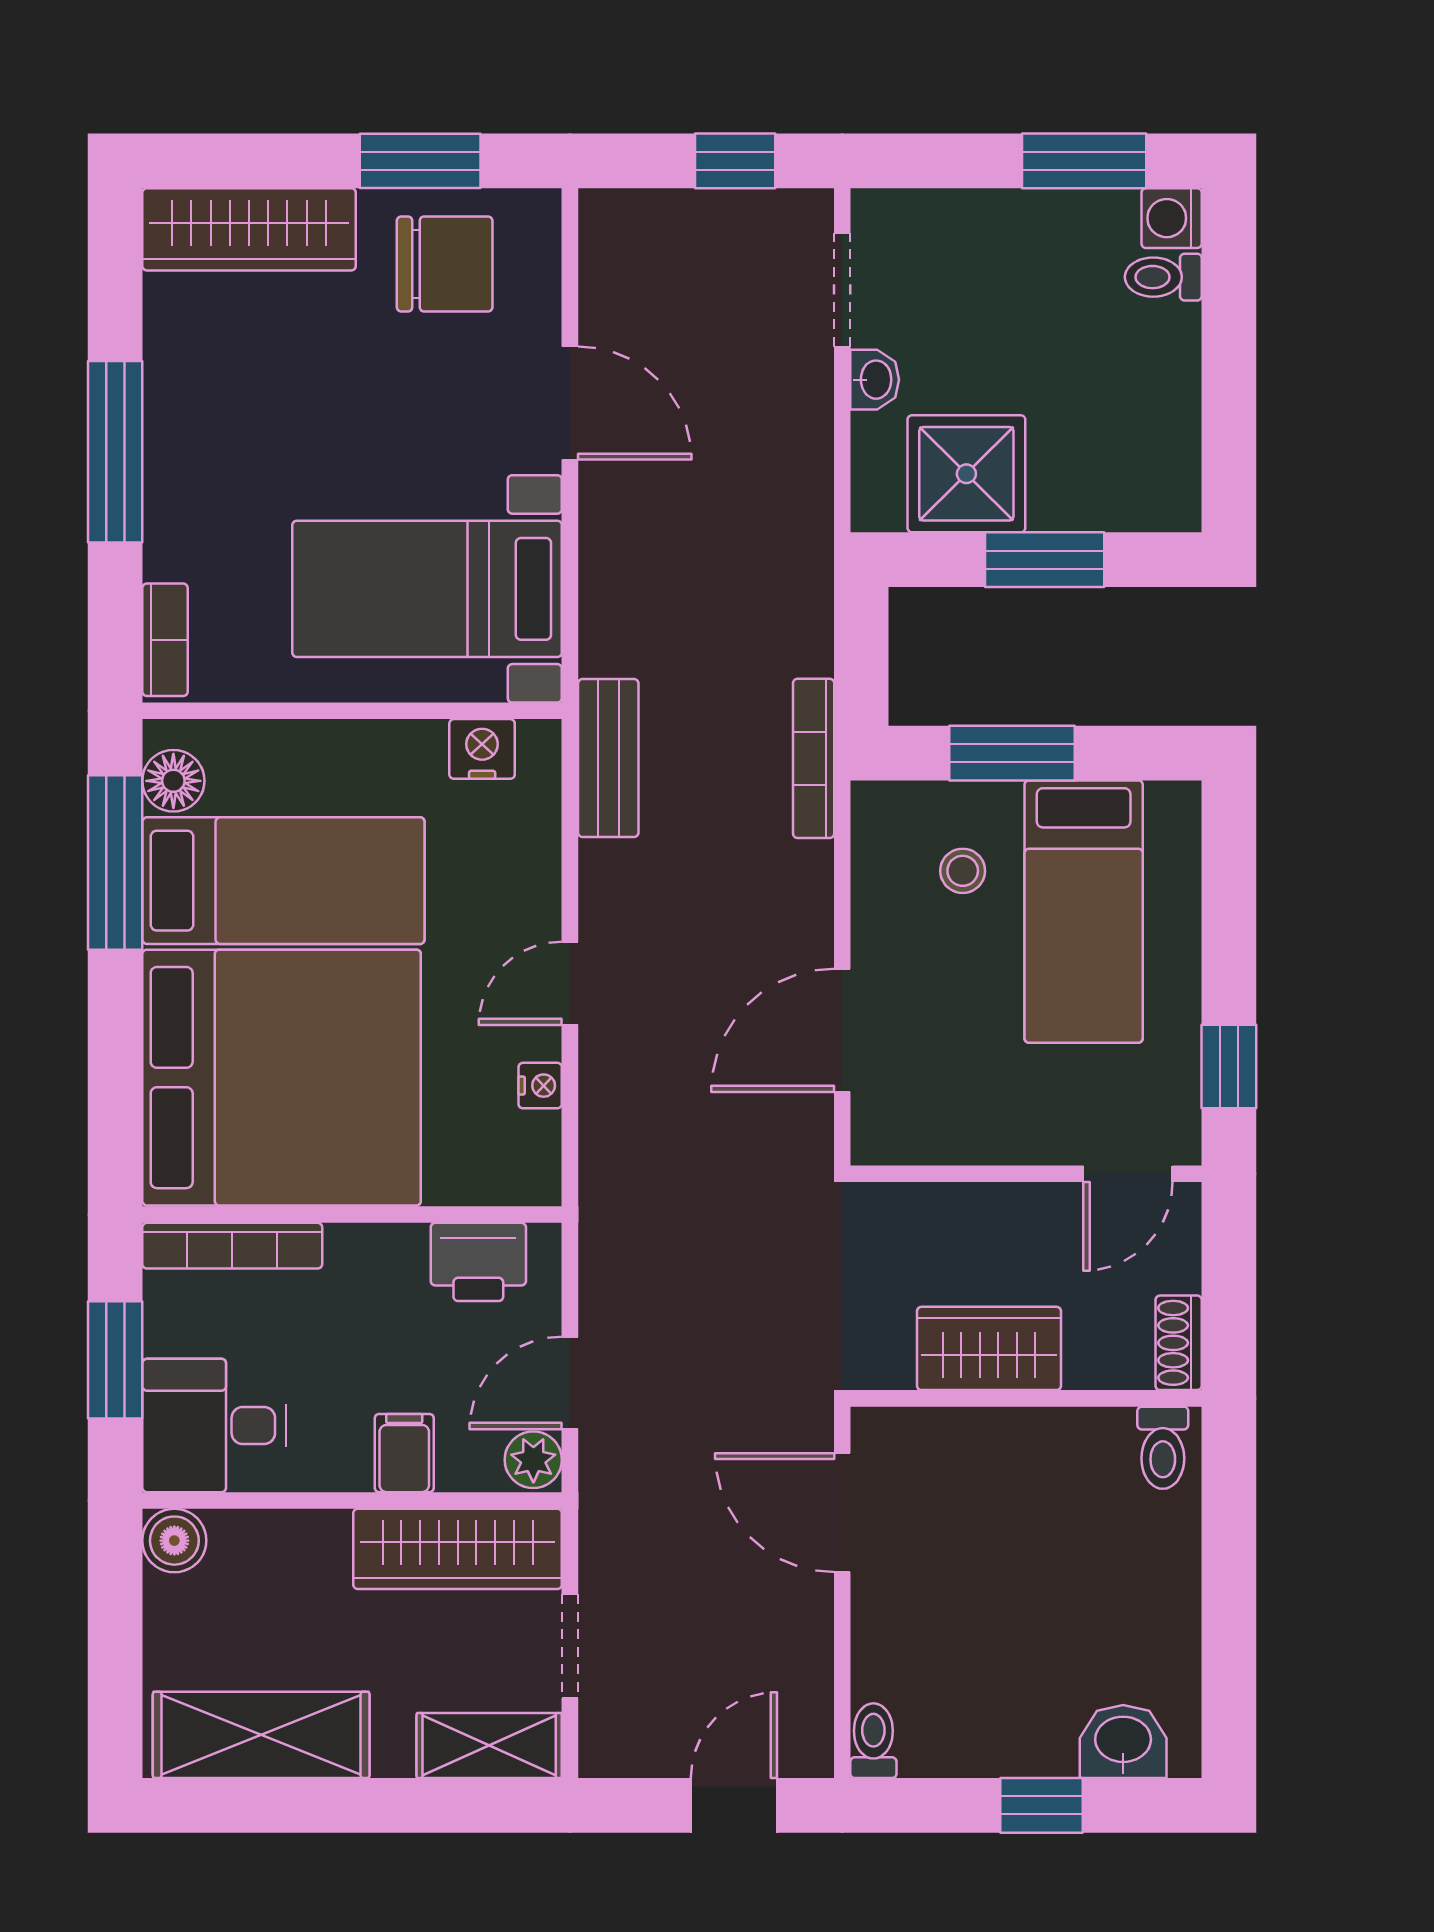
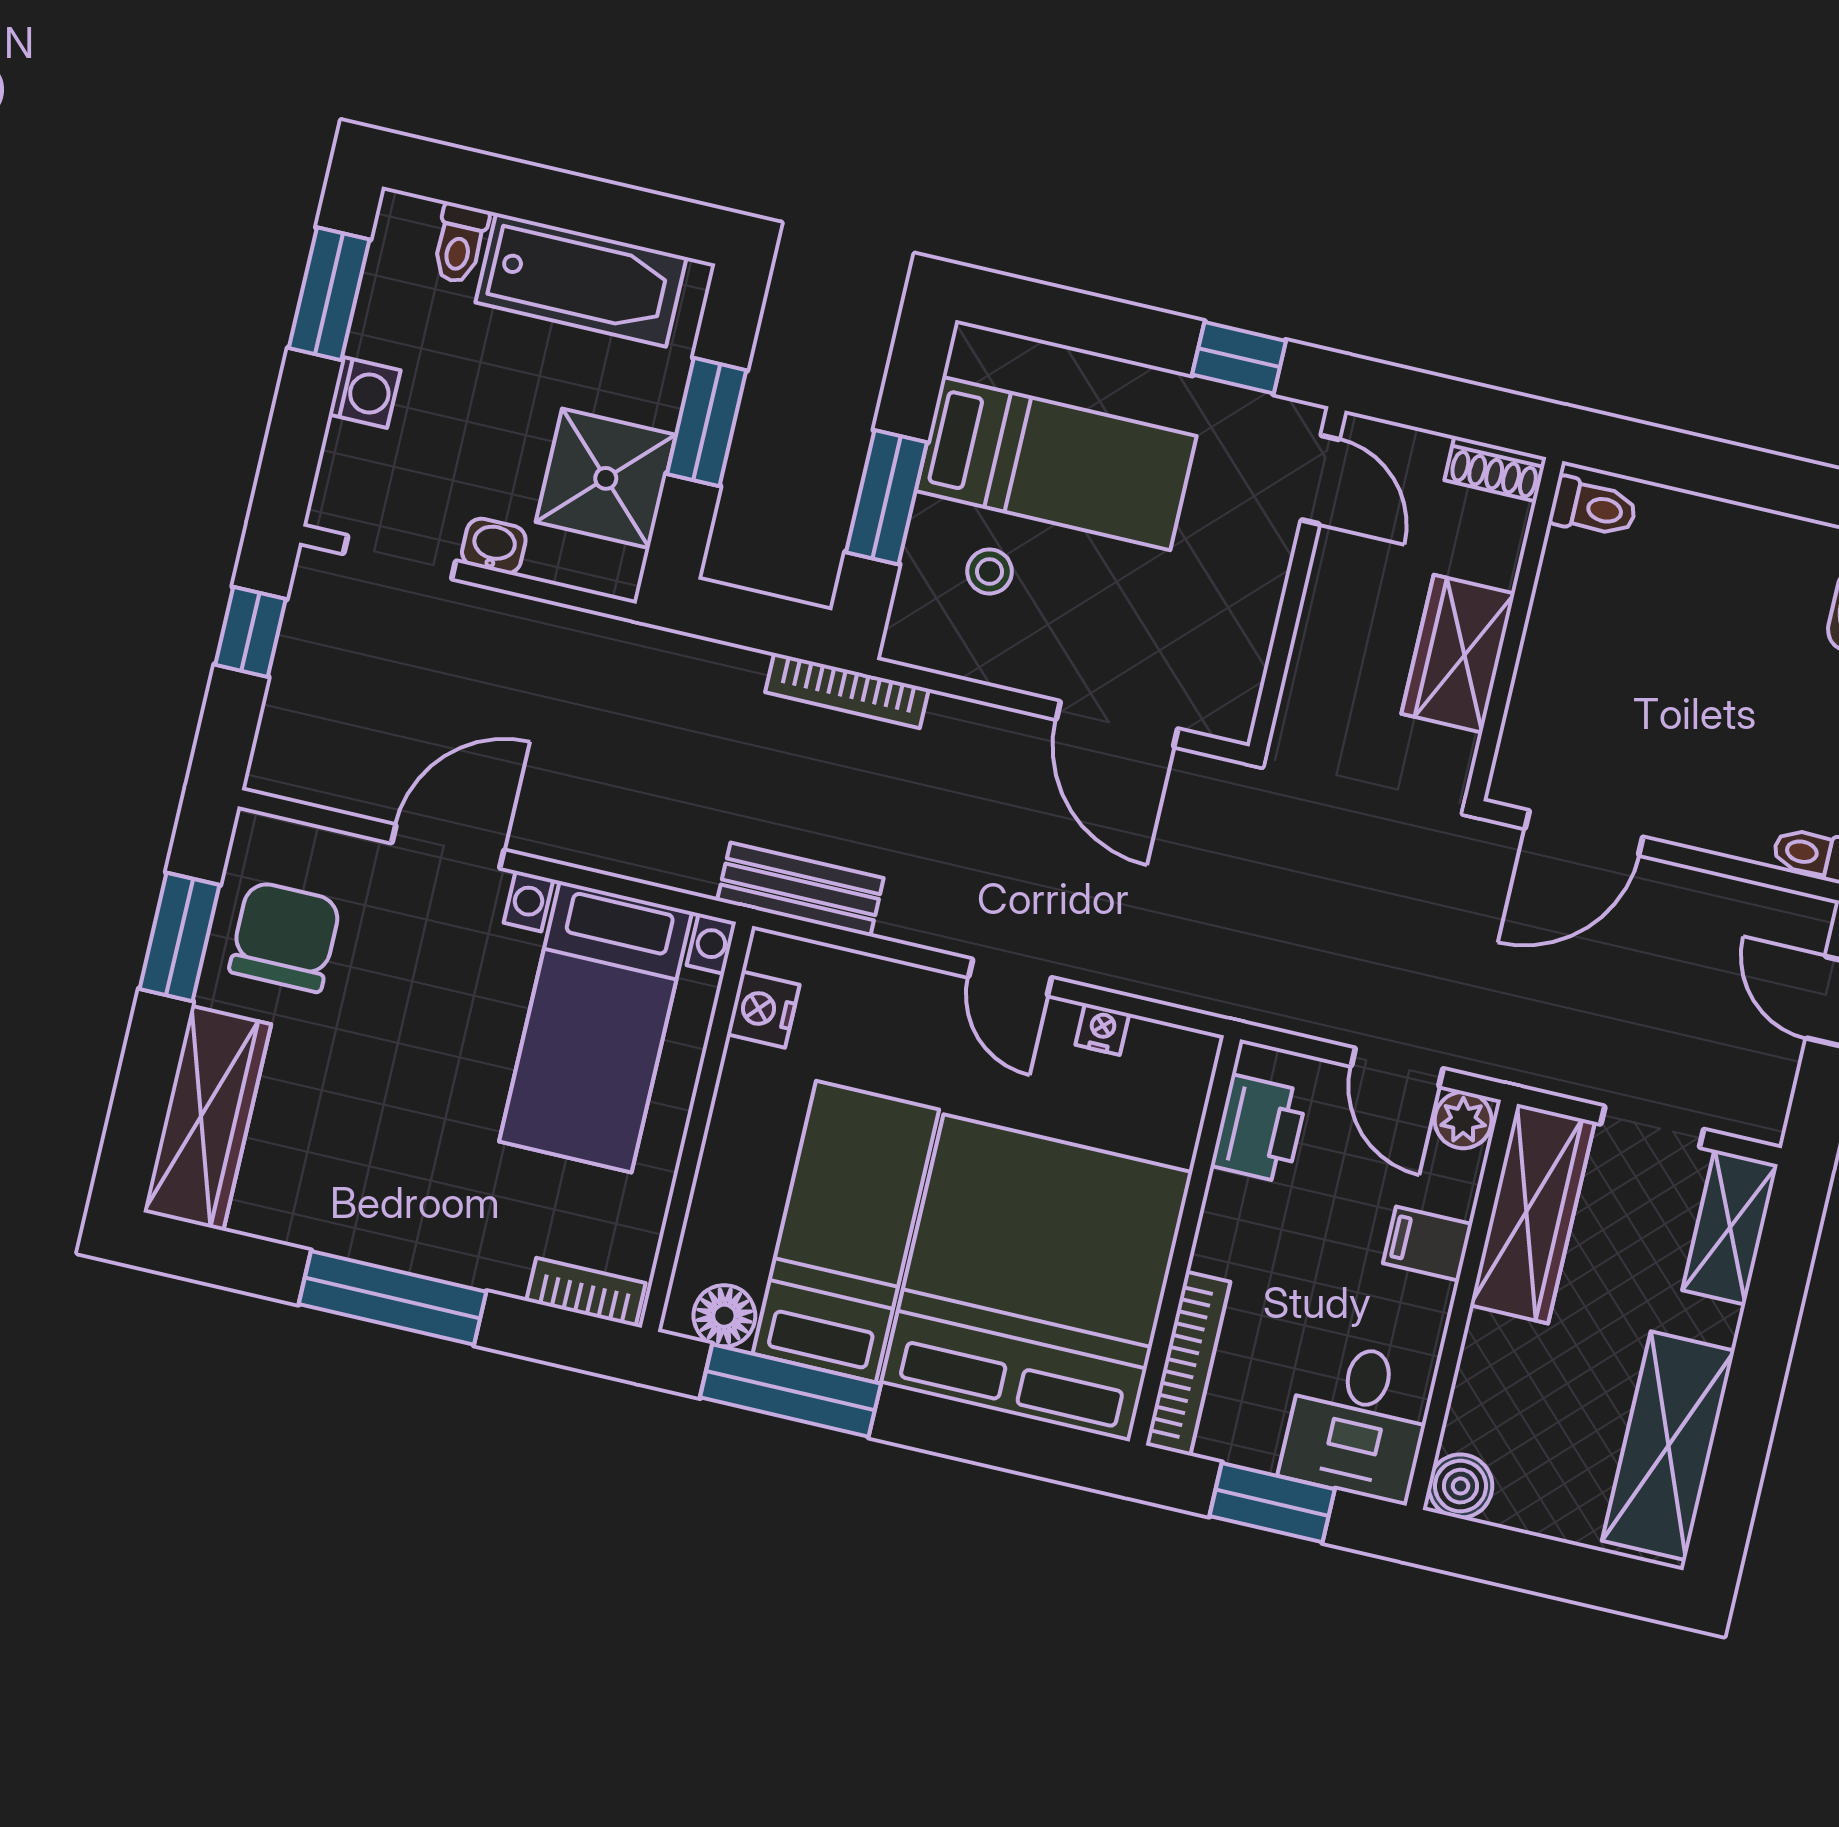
washing machine: (1172, 218) -> (365, 392), moved, turned -90
bathtub: (1155, 404) -> (581, 280), added

